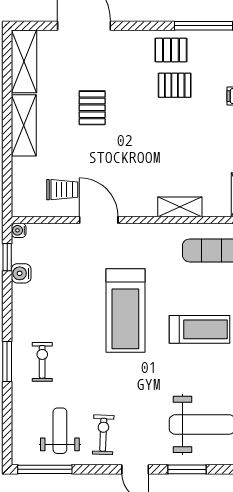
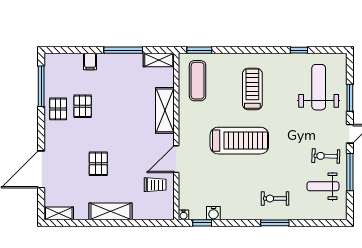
shelving: (24, 61) -> (59, 213), width x0.67, depth x0.75
pallet: (92, 108) -> (98, 164), turned 90
trolley: (62, 190) -> (155, 185), turned 90
shelving: (180, 207) -> (165, 110), width x1.50, depth x1.33
window: (45, 469) -> (350, 172), moved

